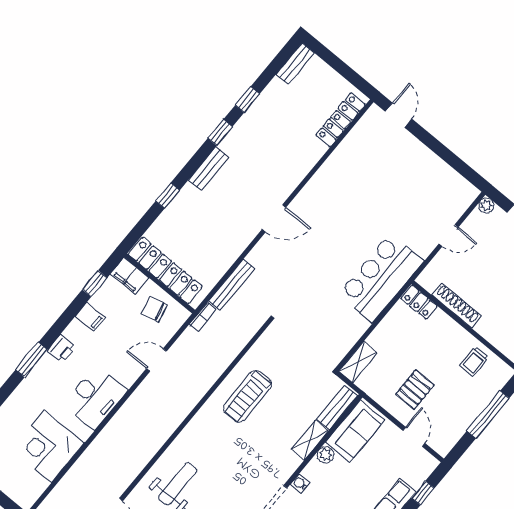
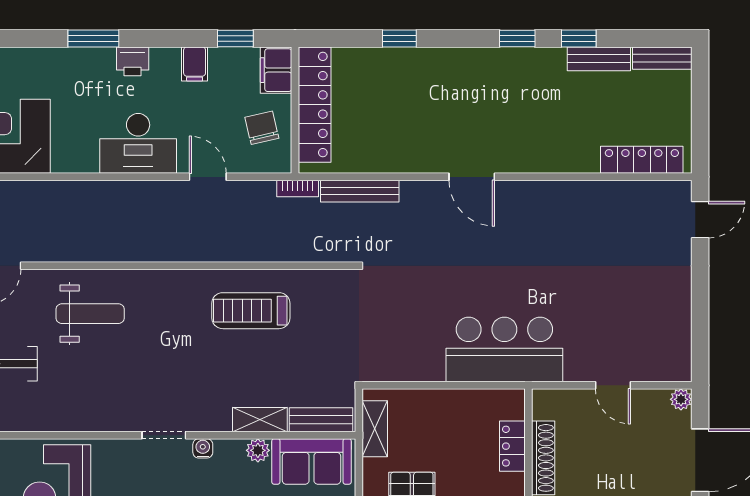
bench: (209, 168) -> (599, 59), moved
locker: (419, 302) -> (512, 446), moved
shelving: (358, 362) -> (375, 429), moved, turned 90
desk: (95, 397) -> (138, 143), moved

